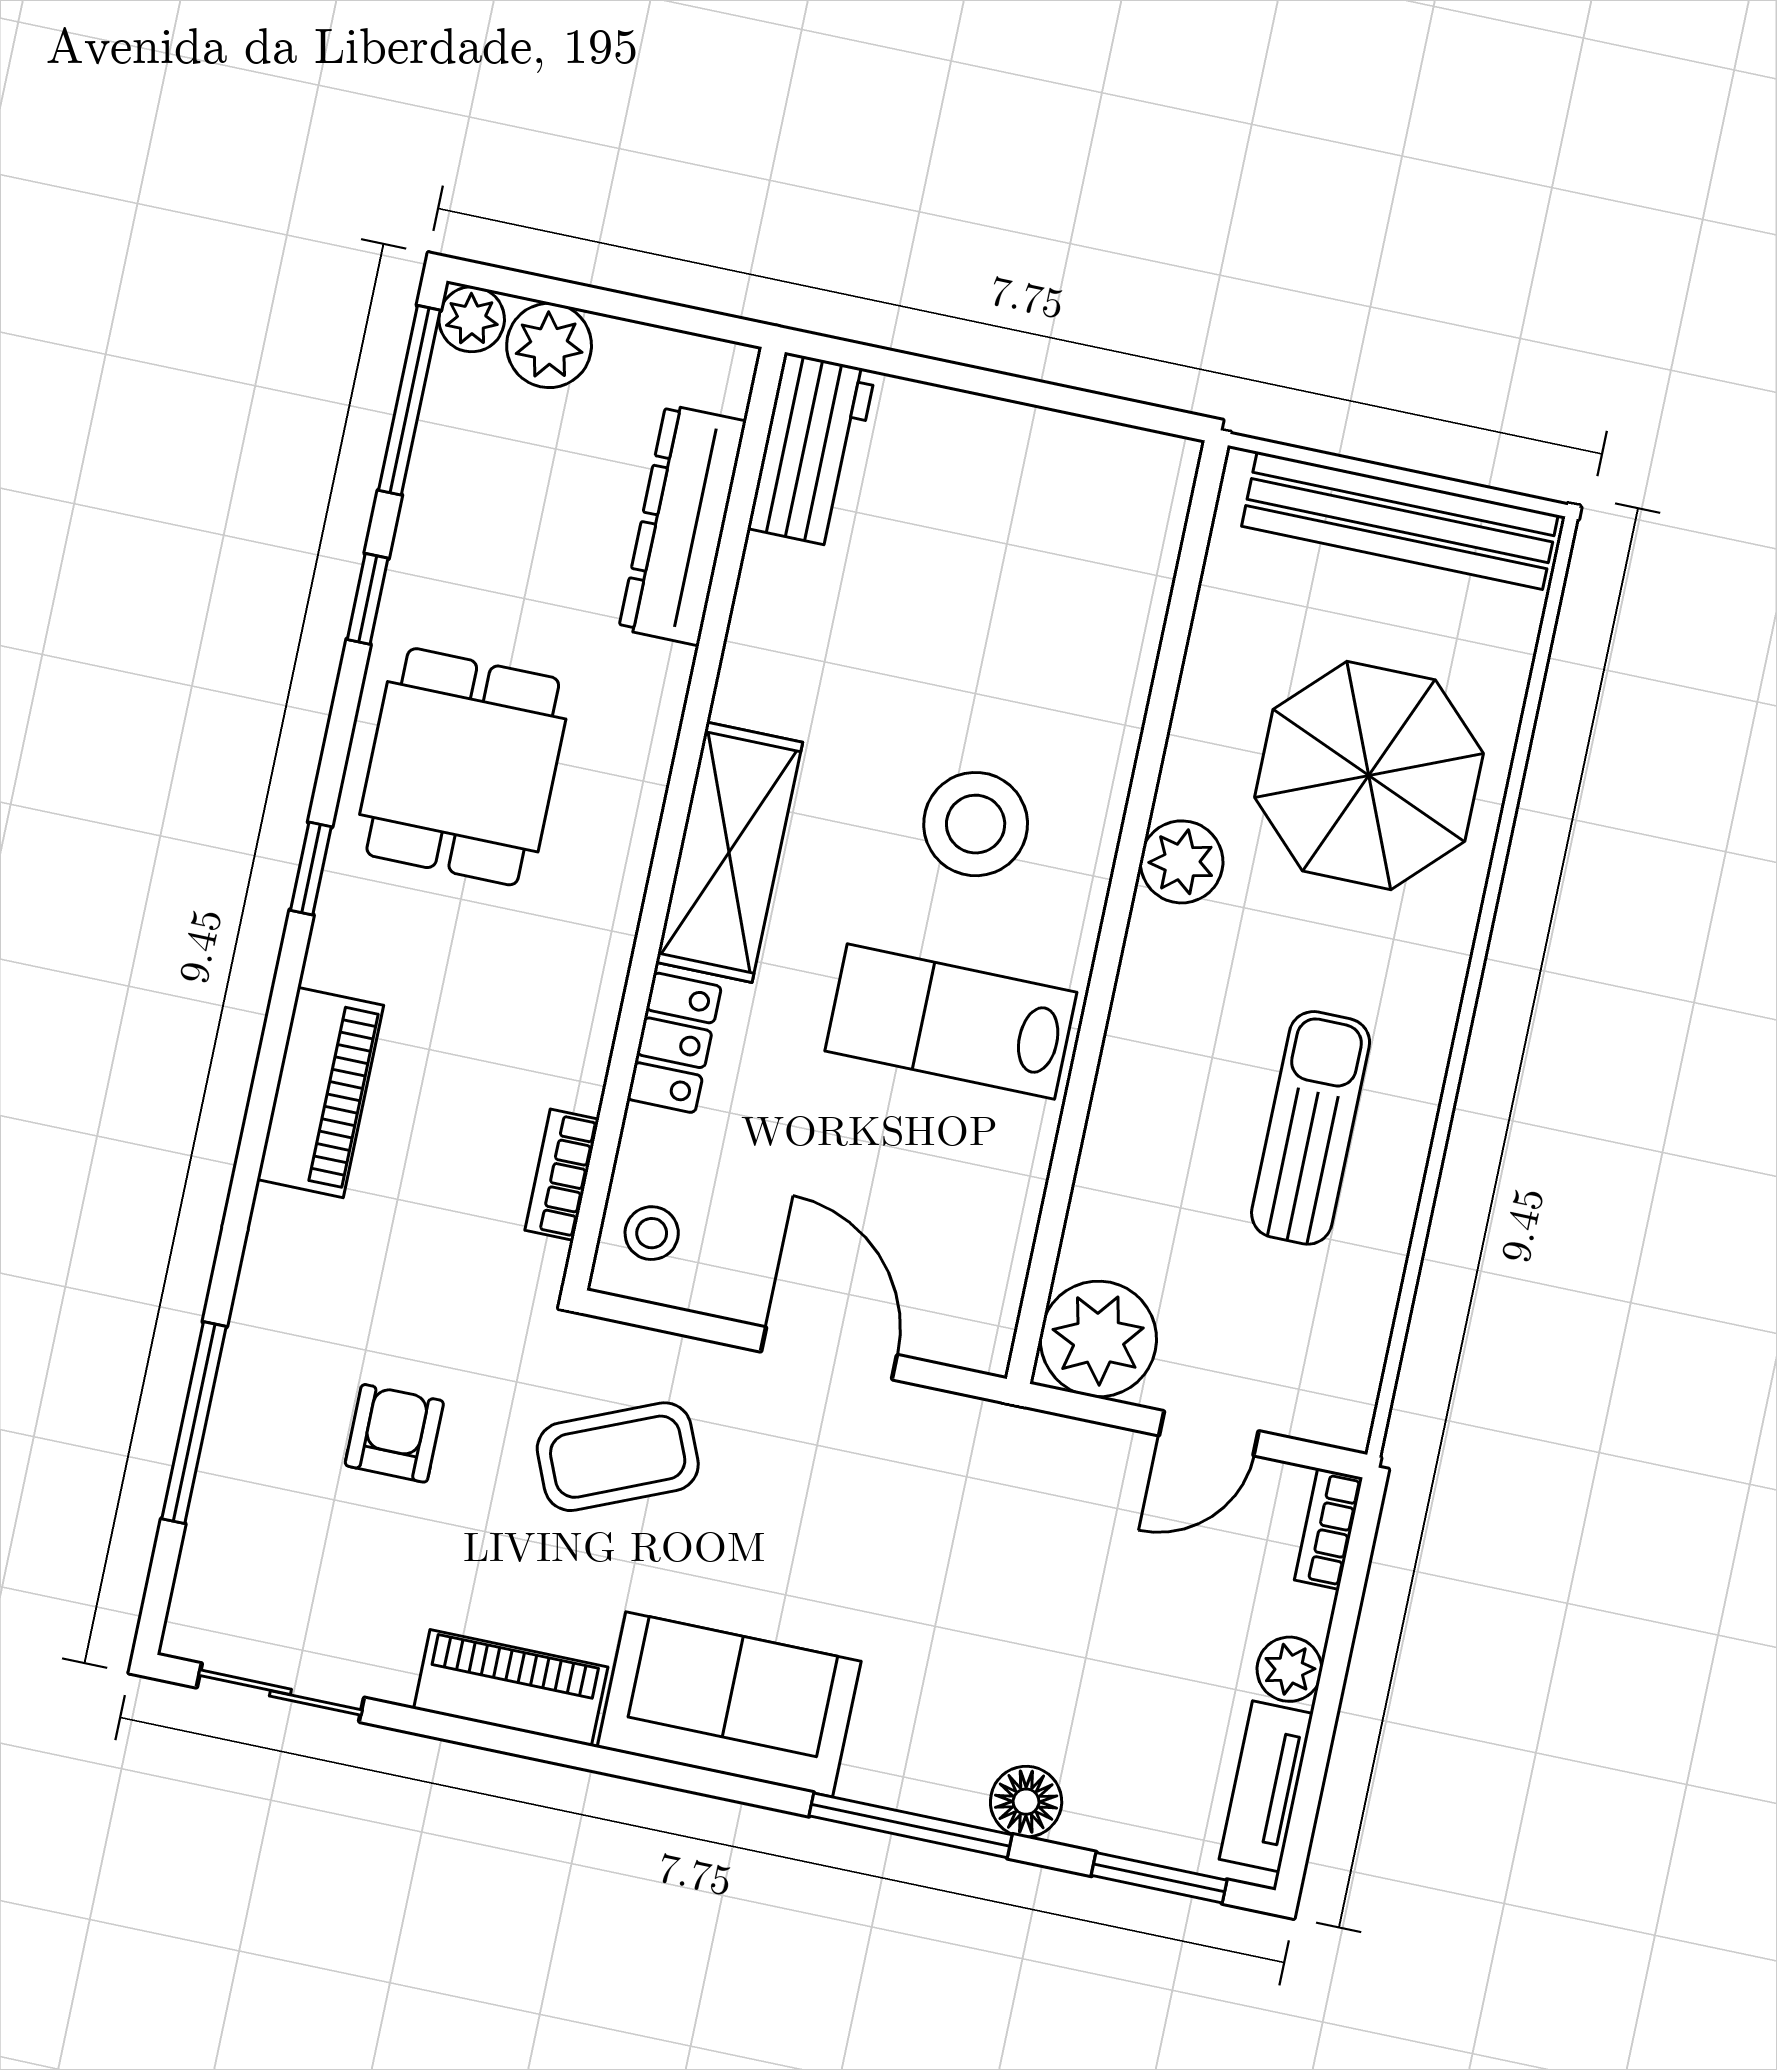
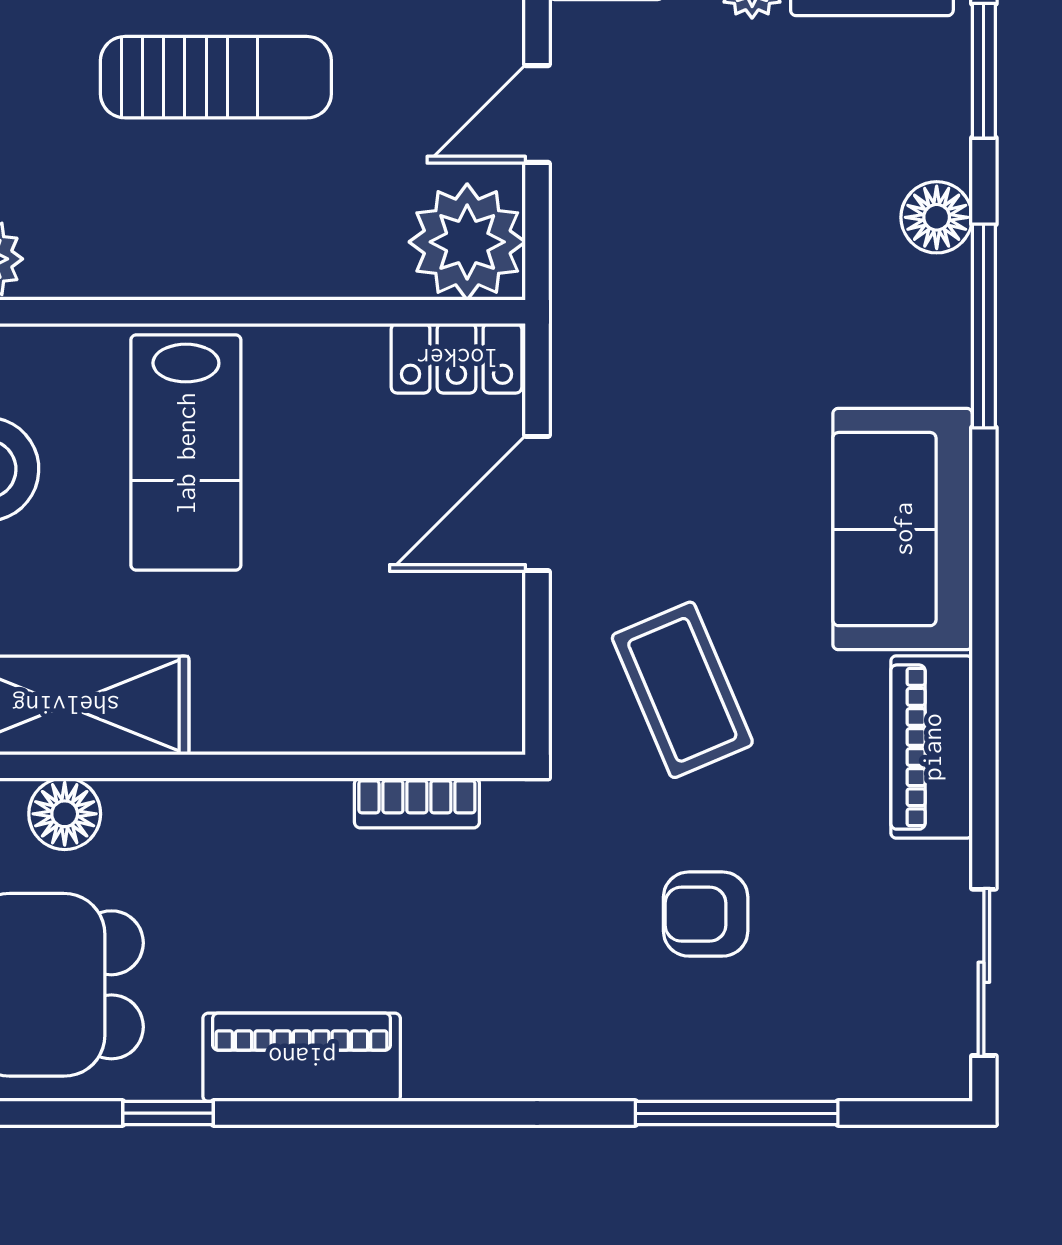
floor lamp: (624, 829) -> (65, 814), added
locker: (674, 1043) -> (457, 358), moved, turned 180
piano: (320, 1092) -> (302, 1057), moved
sun lounger: (1311, 1128) -> (216, 77), turned 180
stool: (652, 1233) -> (456, 703), removed
door: (1209, 1433) -> (537, 114), swing flipped

